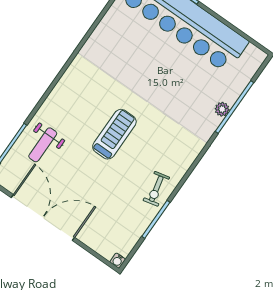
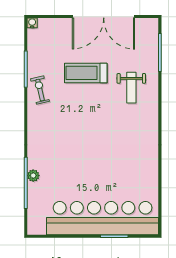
treadmill: (114, 134) -> (86, 73), moved, turned 90
weight bench: (43, 145) -> (131, 88), moved, turned 180

